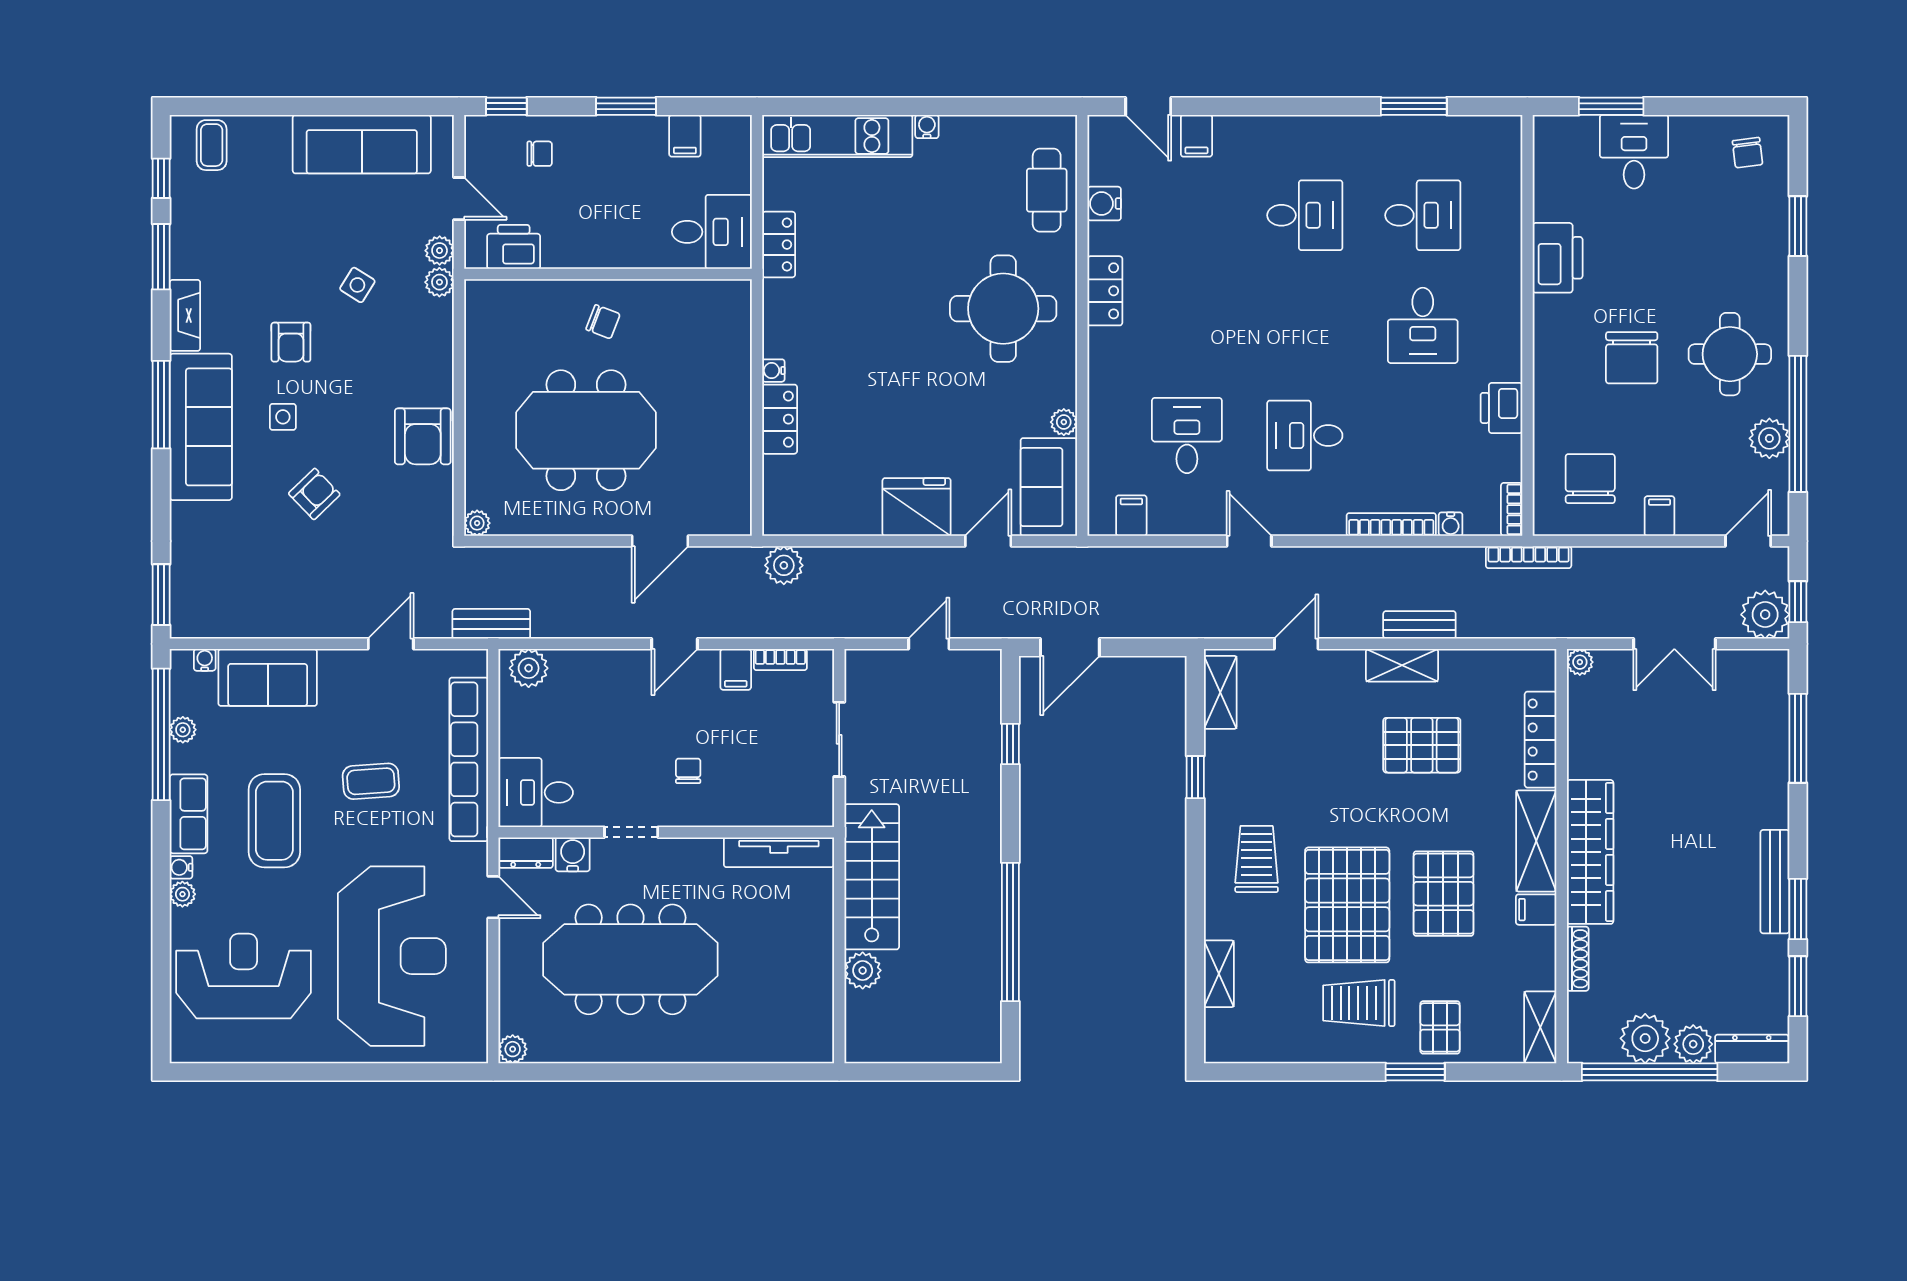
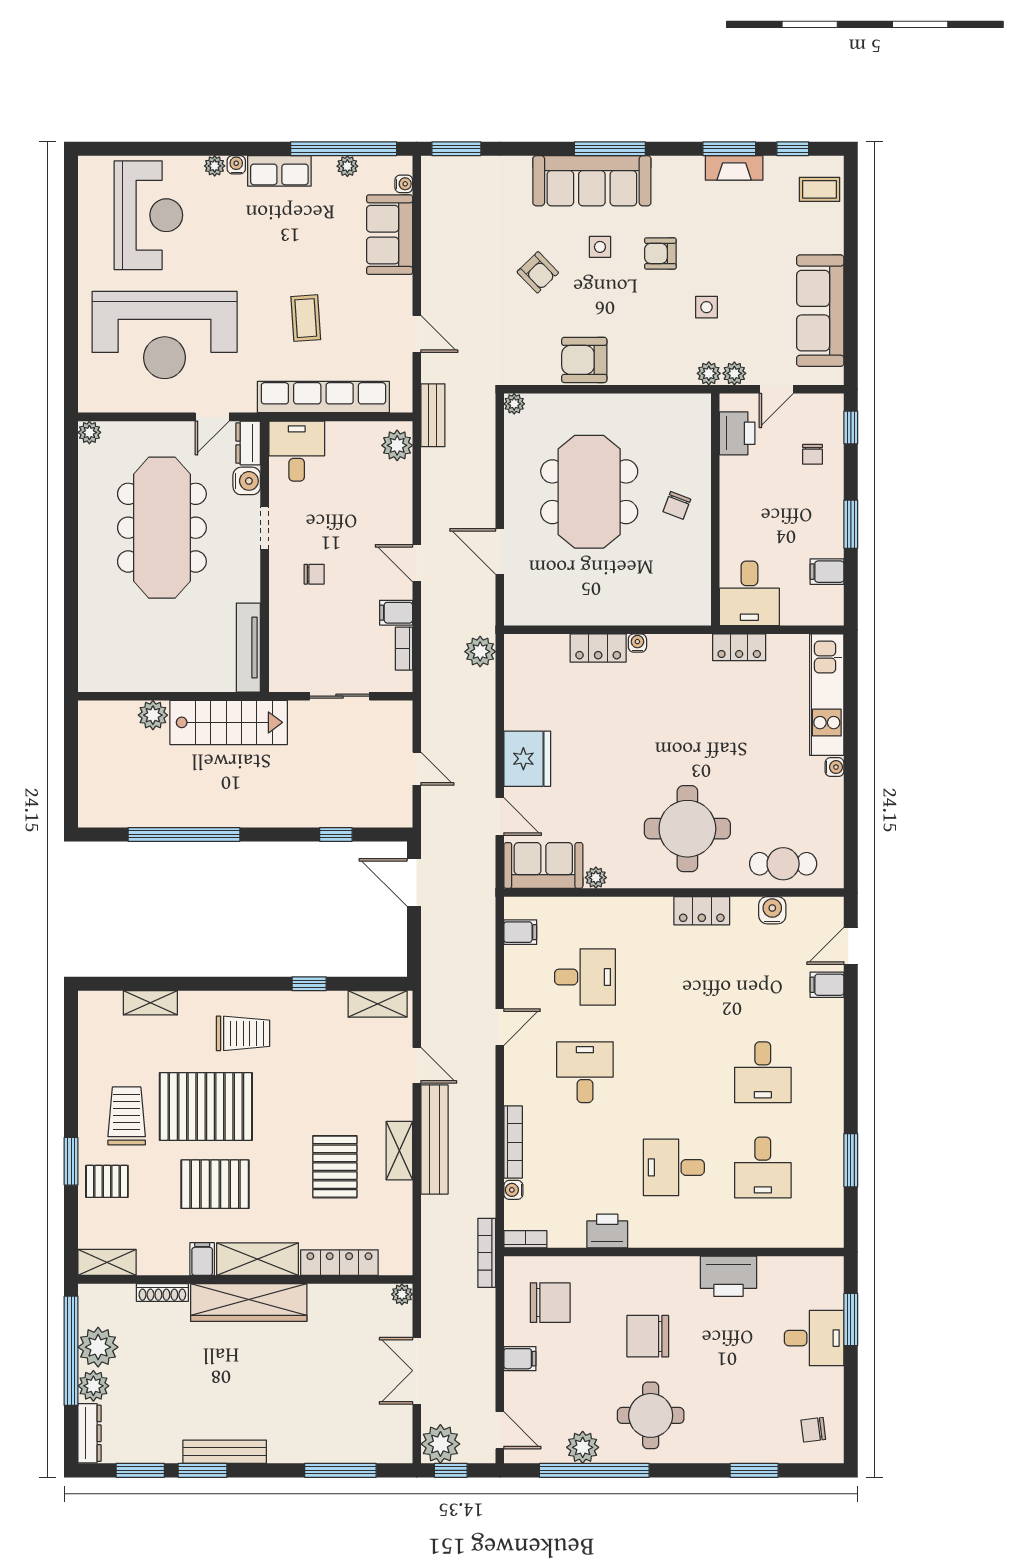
side table: (357, 285) -> (707, 307), turned -32
fireplace: (185, 315) -> (734, 168), moved
bench: (1419, 625) -> (434, 1140), width x1.86, depth x1.21
coffee table: (274, 821) -> (274, 240), removed

